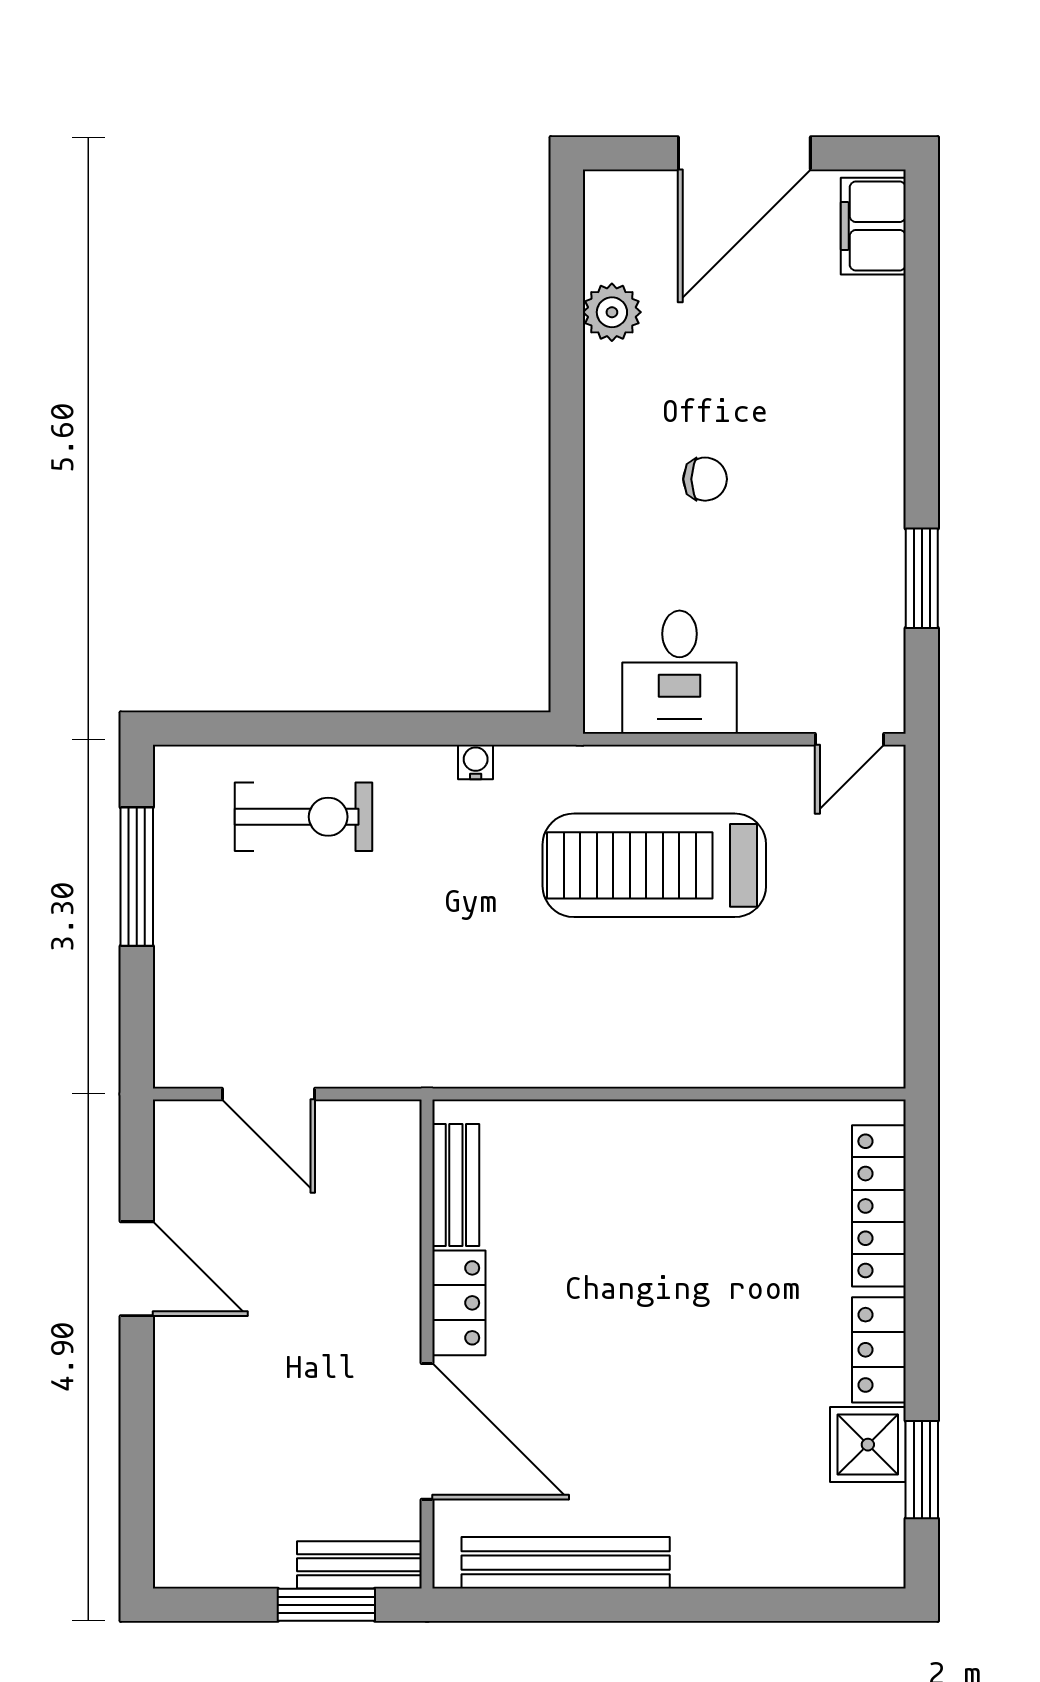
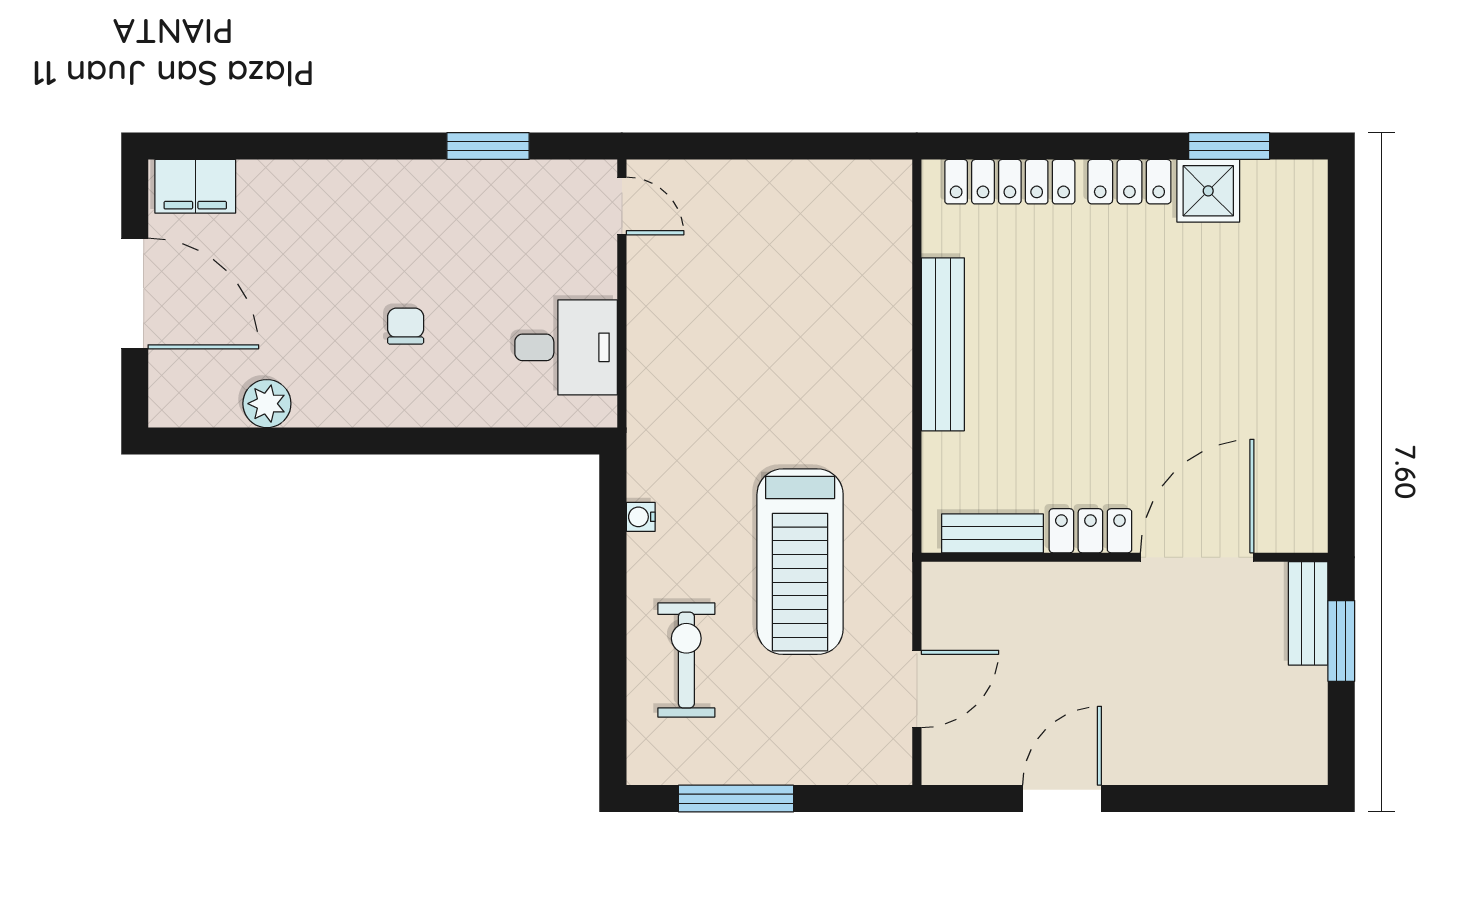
treadmill: (654, 865) -> (800, 562), moved
bench: (566, 1563) -> (943, 344), moved

